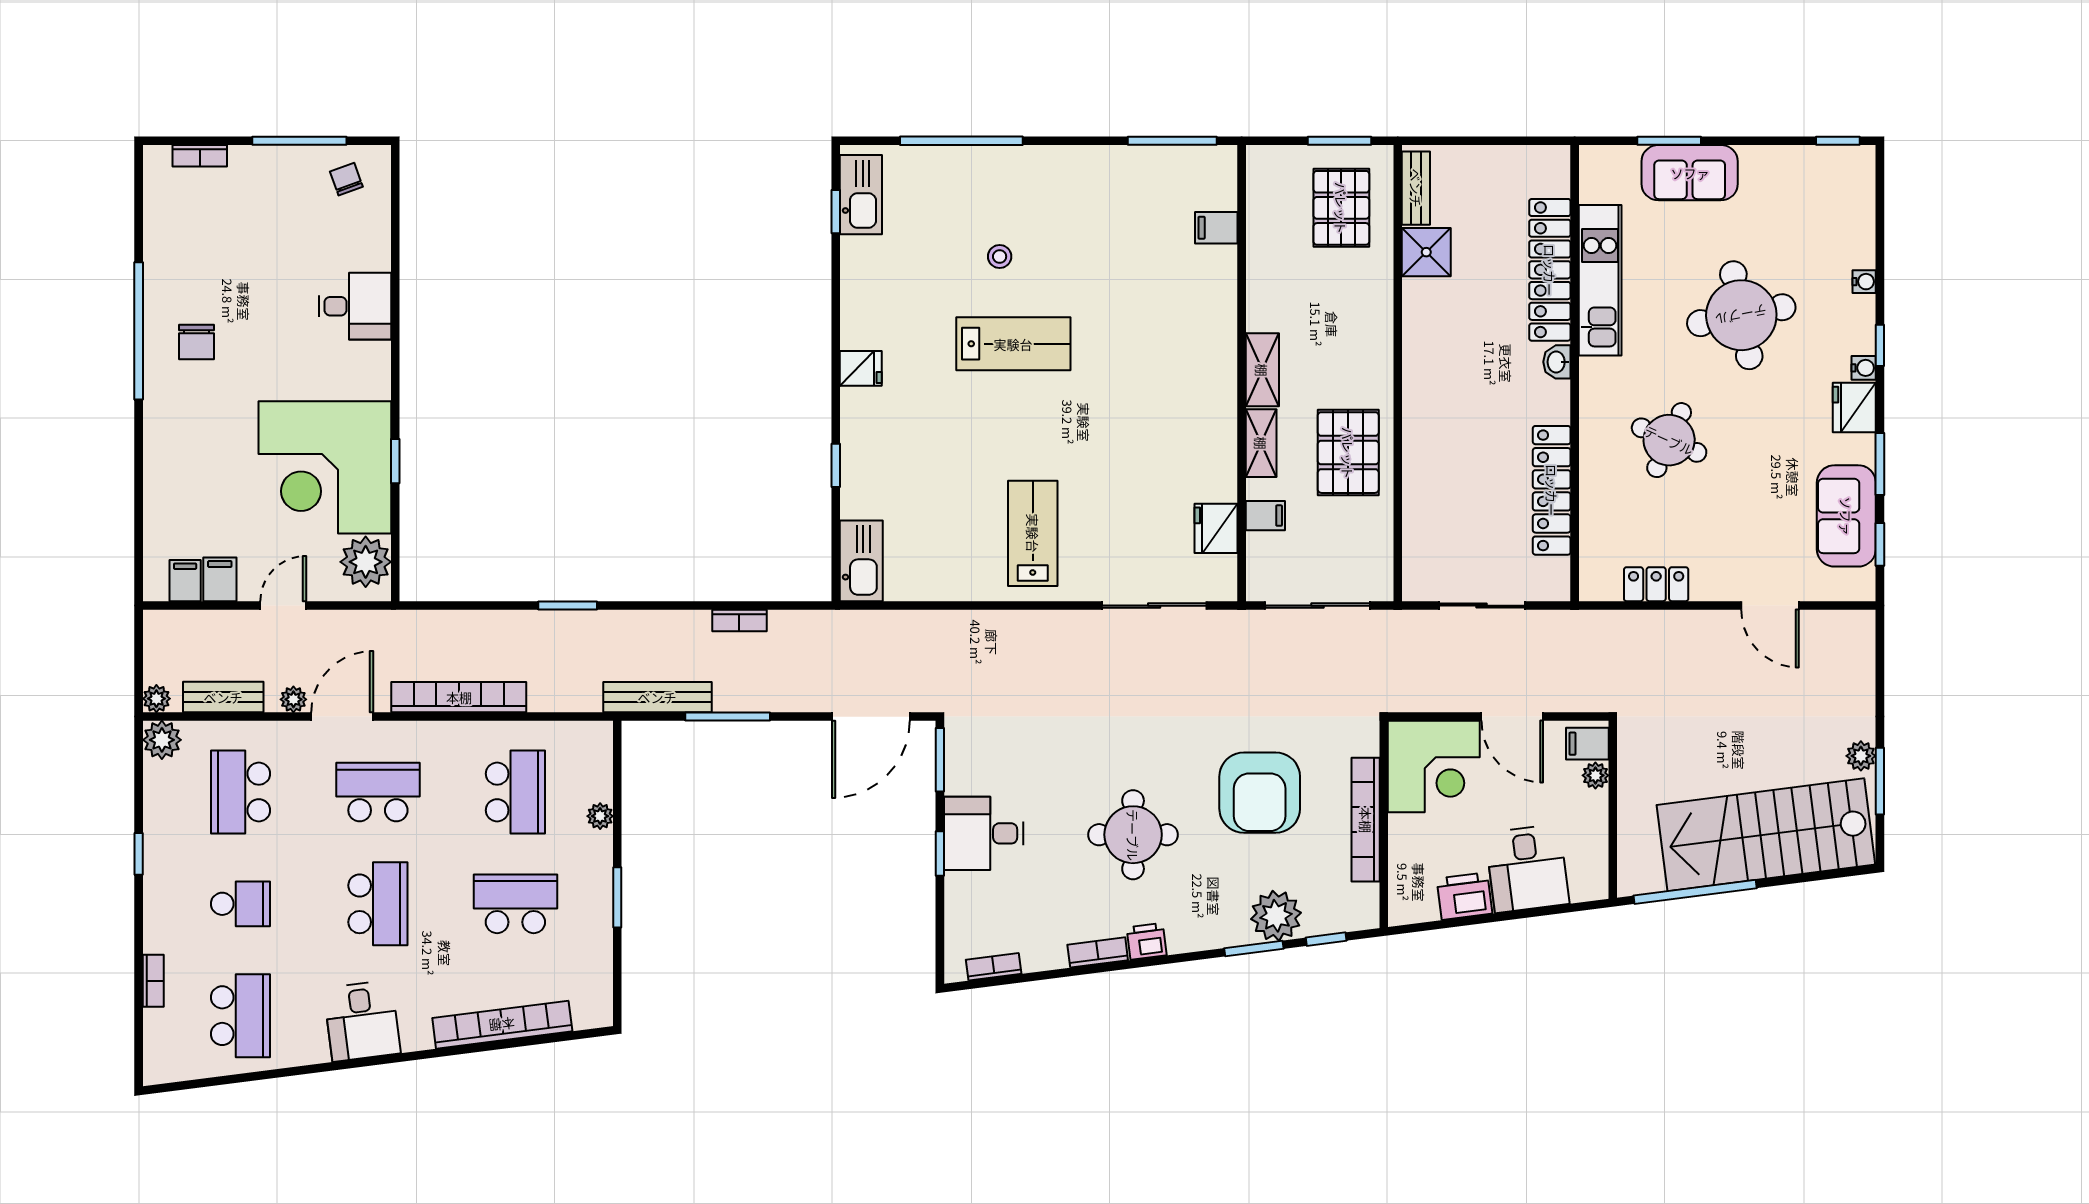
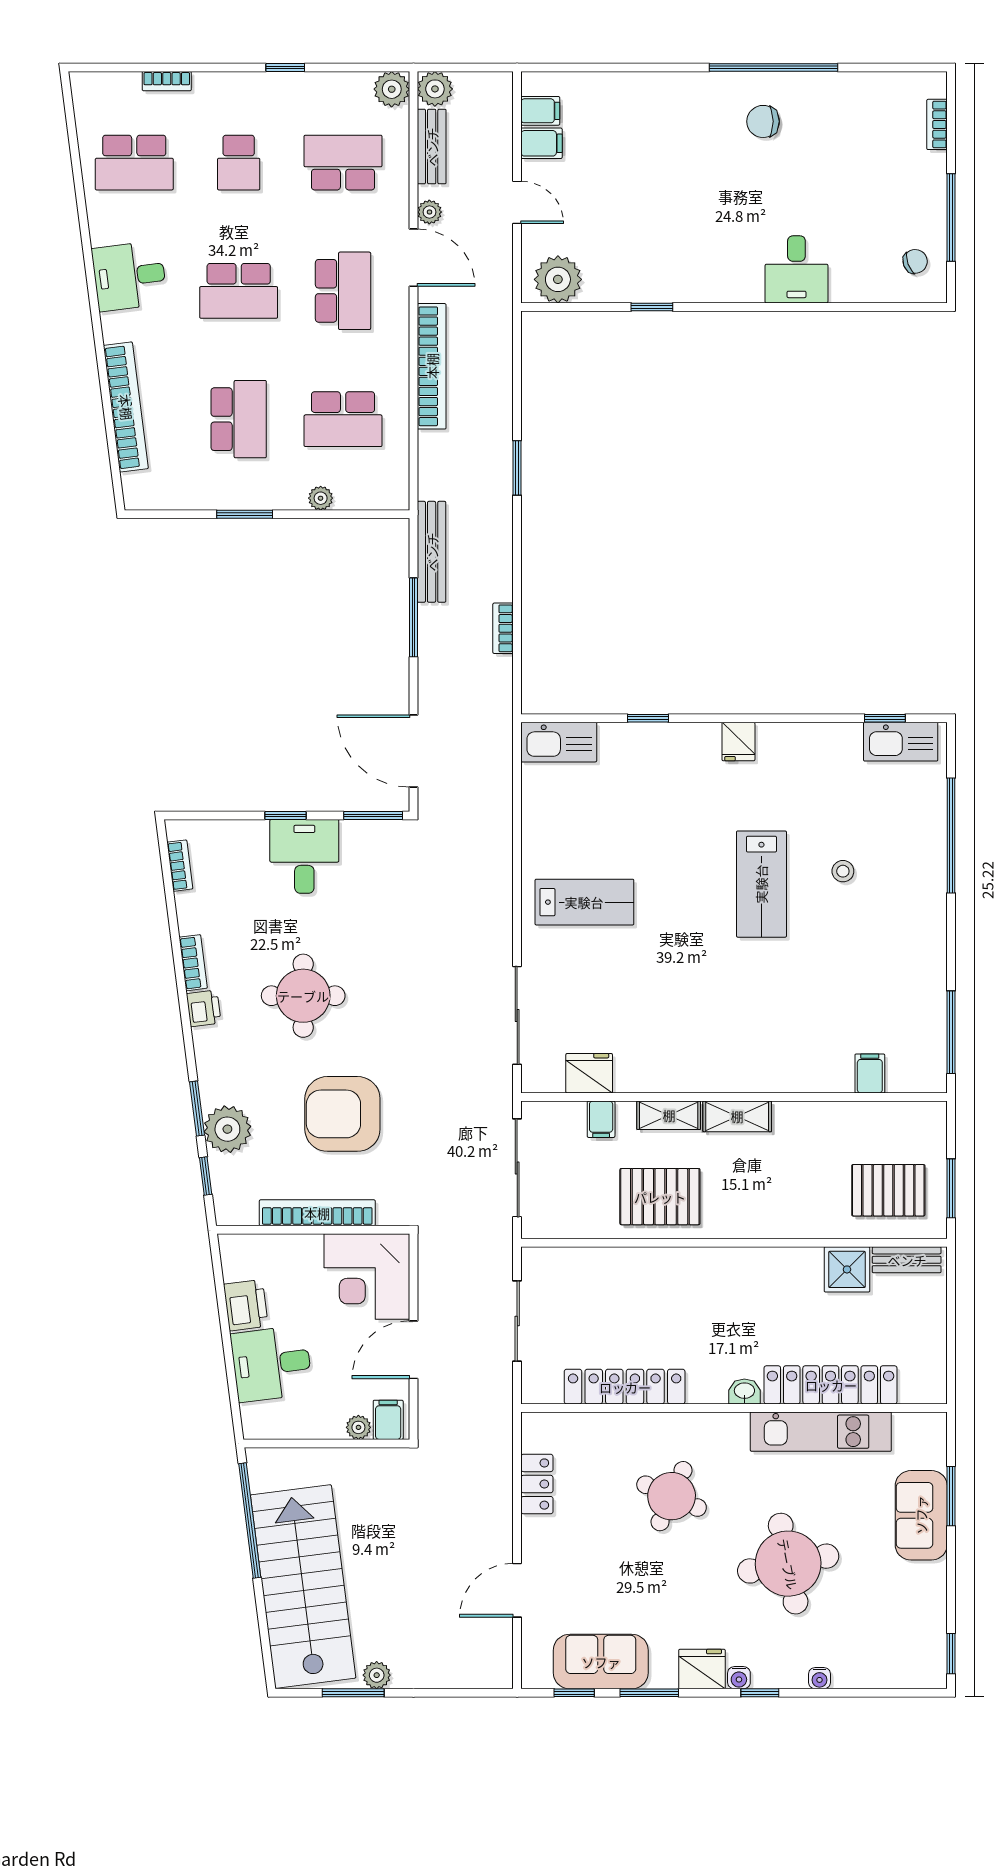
corner desk: (325, 467) -> (646, 241), removed
plant: (156, 699) -> (435, 89), width x1.38, depth x1.38

